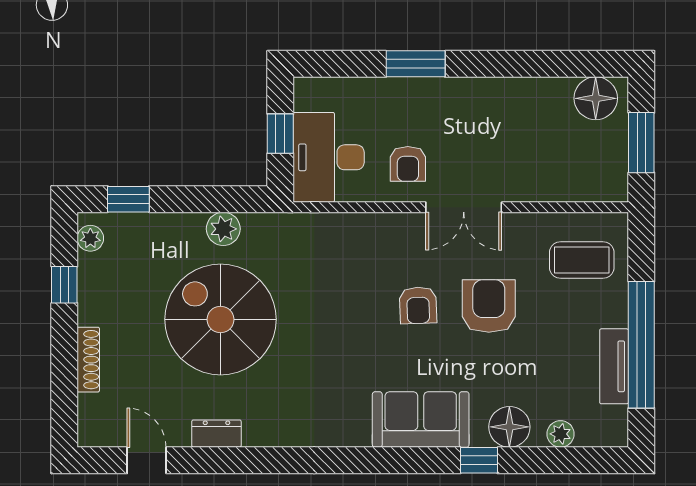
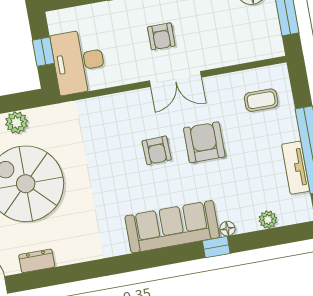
armchair: (408, 164) -> (161, 36), moved
coffee table: (582, 260) -> (261, 100), width x0.73, depth x0.77
sofa: (421, 419) -> (172, 227), width x1.36
floor lamp: (509, 427) -> (227, 229), width x0.53, depth x0.53

